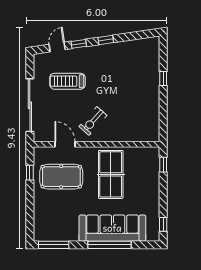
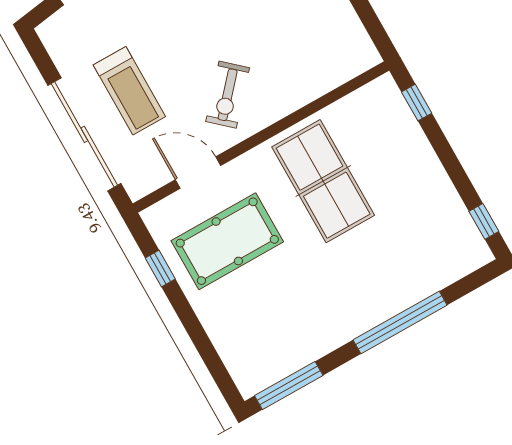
treadmill: (67, 81) -> (129, 91), moved, turned -90
sofa: (112, 228) -> (387, 286), removed

